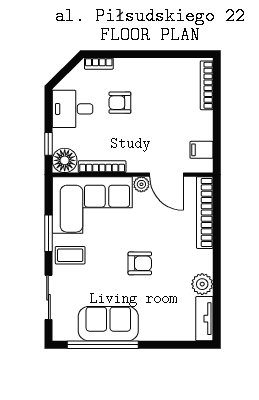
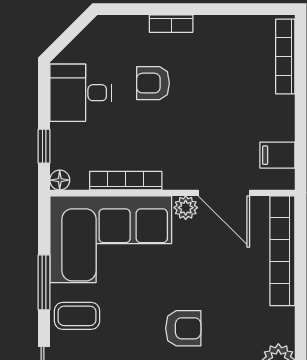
bookcase: (99, 64) -> (171, 24), moved
floor lamp: (65, 160) -> (60, 180), width x0.53, depth x0.53

